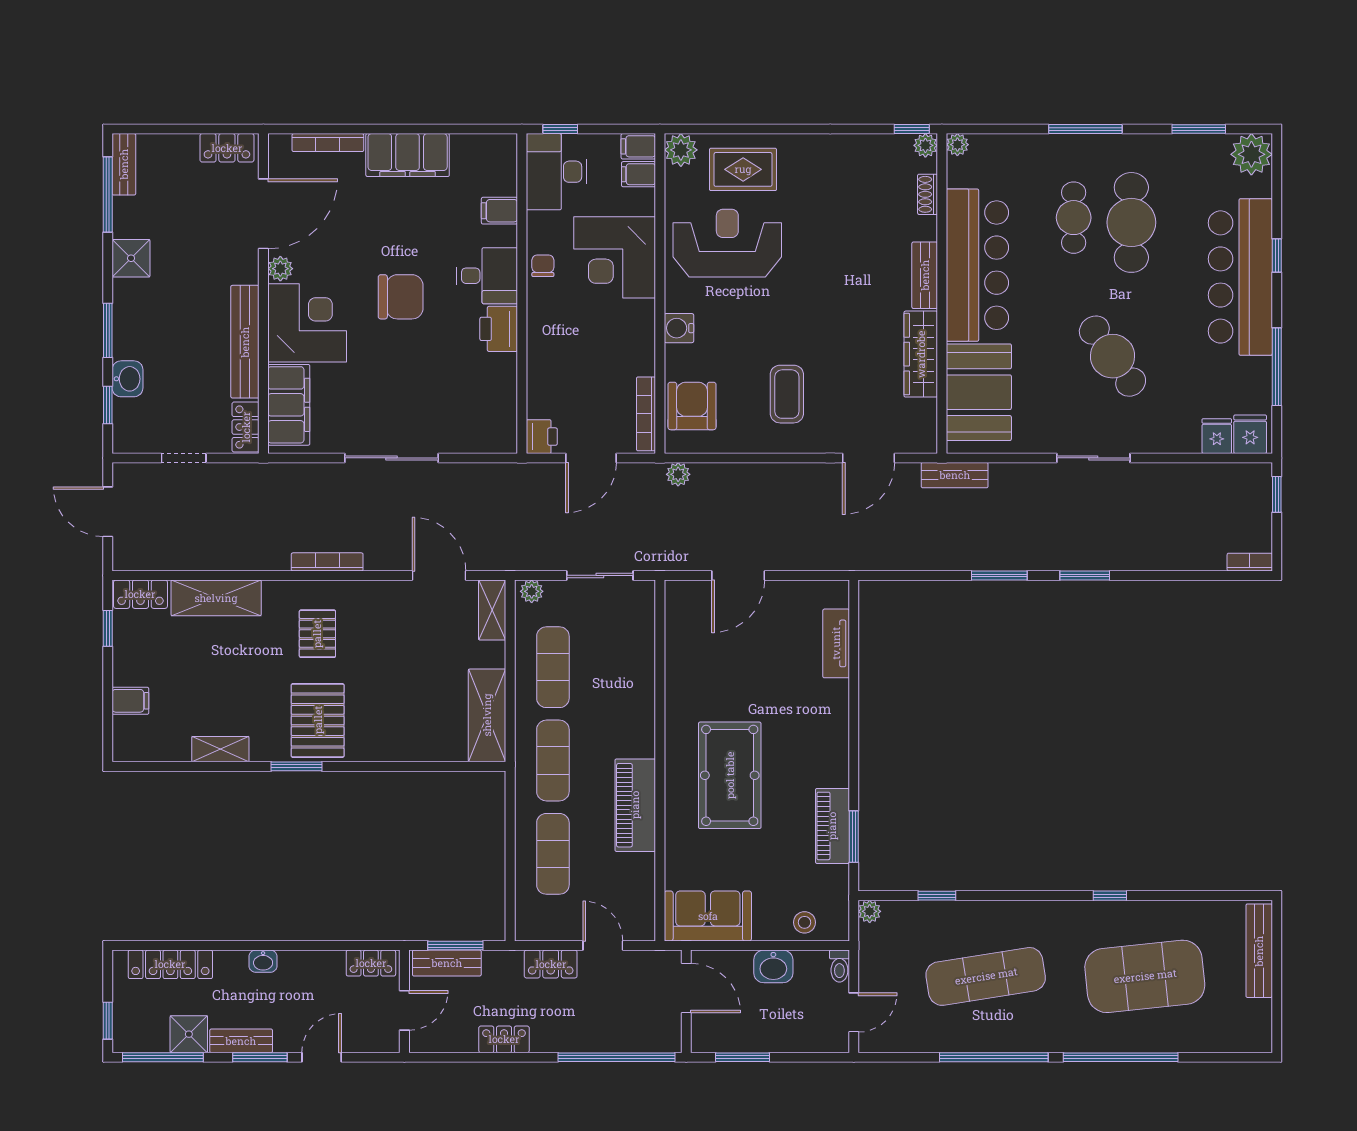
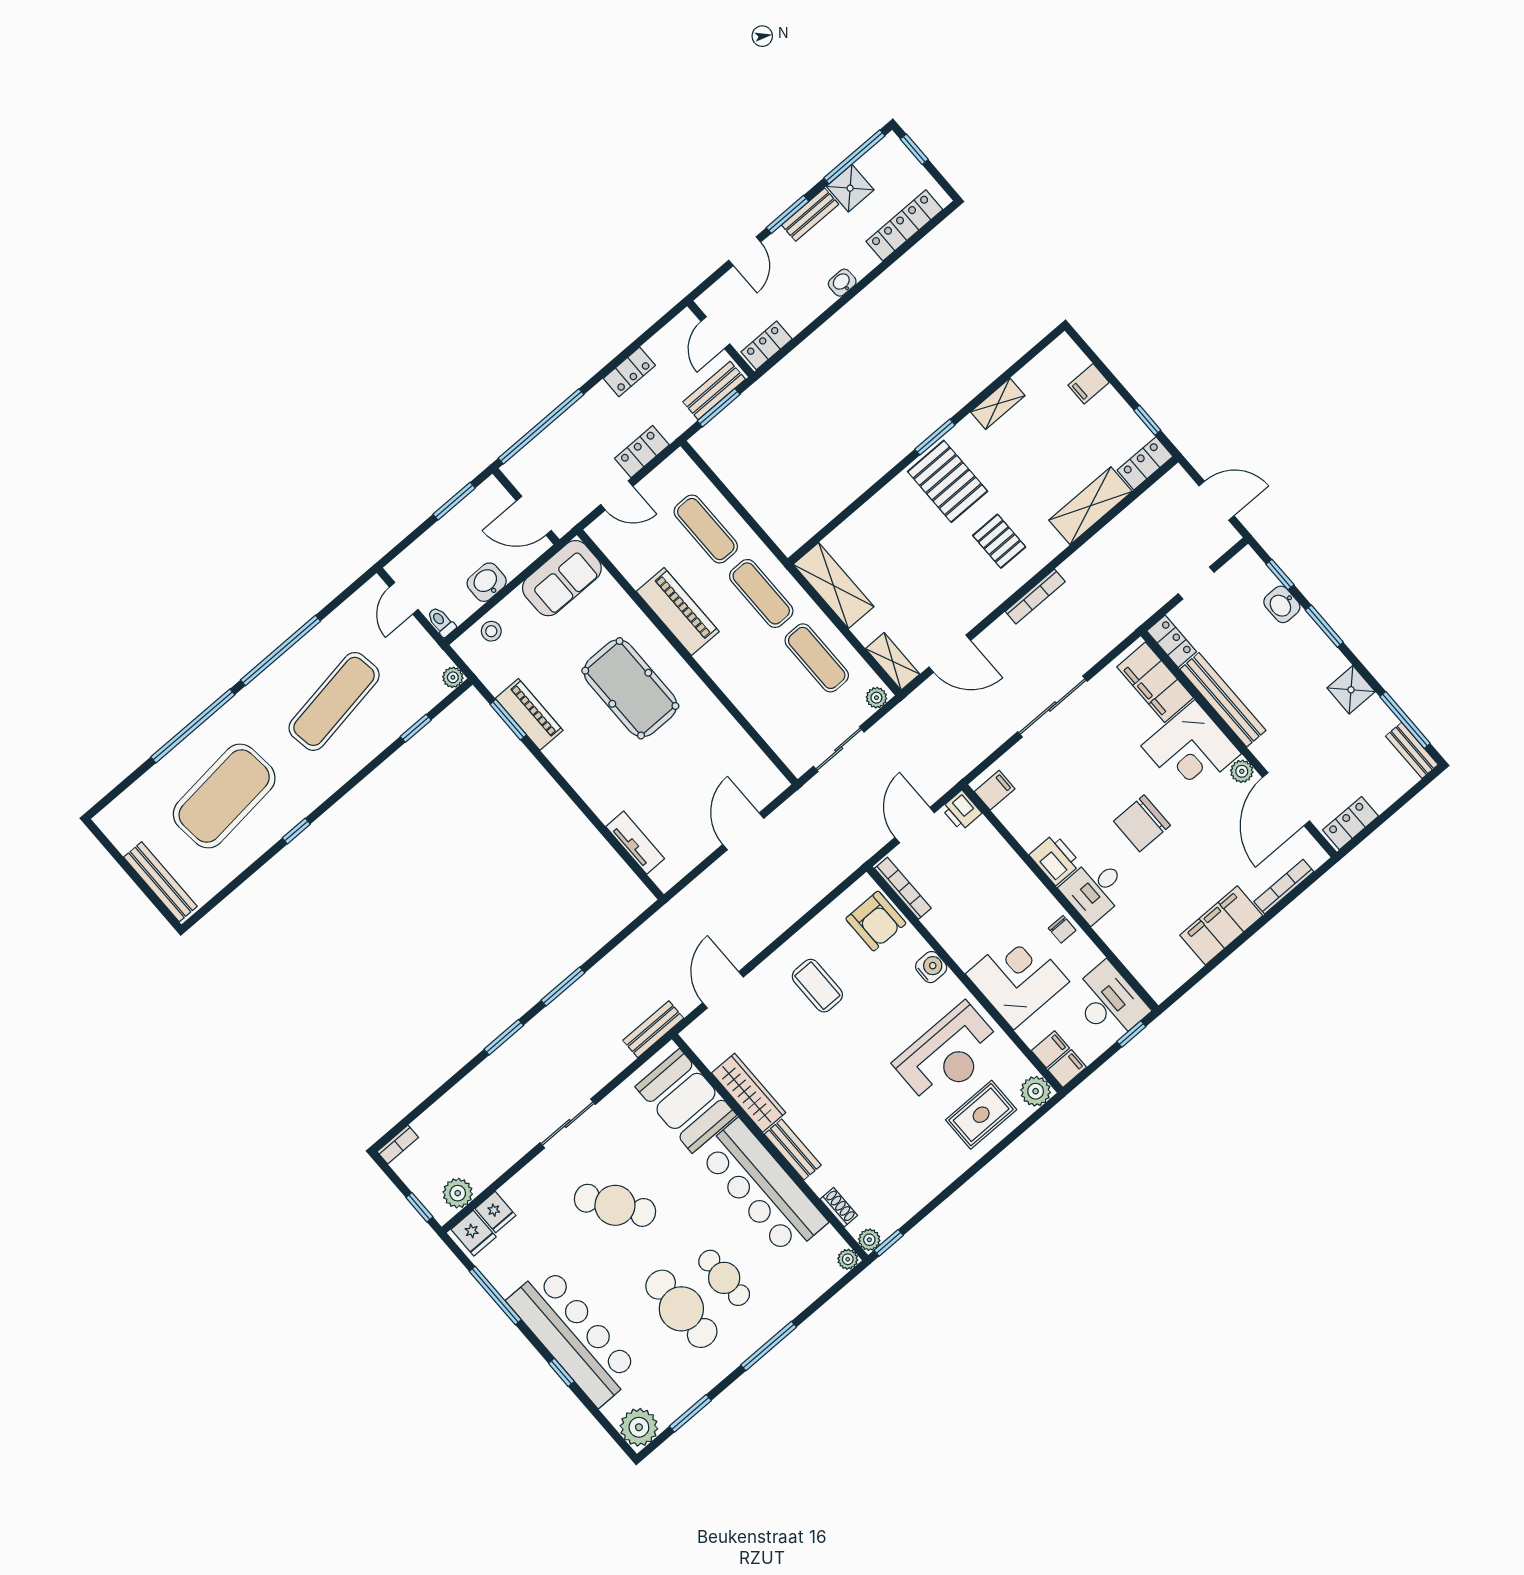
filing cabinet: (499, 211) -> (995, 790), moved
plant: (678, 474) -> (458, 1193), moved, width x1.38, depth x1.38

